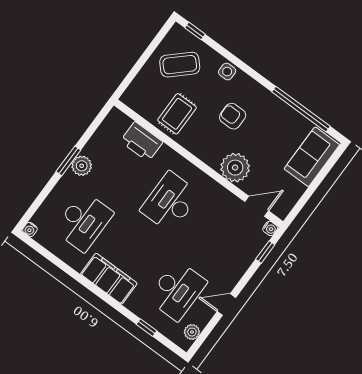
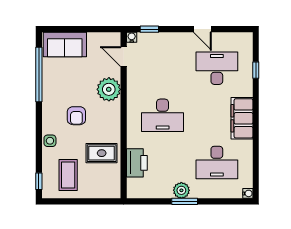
coffee table: (180, 65) -> (68, 175), turned 43
desk: (83, 221) -> (217, 162), turned 180
plant: (192, 332) -> (237, 38), removed

